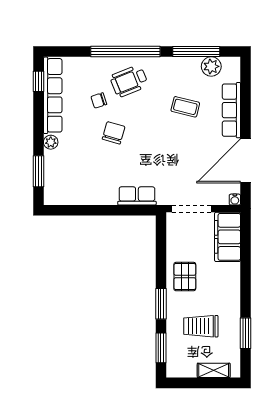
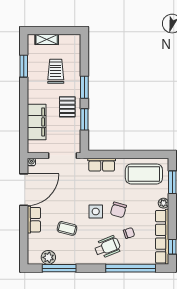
window: (125, 51) -> (131, 268), moved
row of seats: (231, 110) -> (34, 220), width x0.68
side table: (145, 130) -> (96, 212), added
coffee table: (78, 183) -> (144, 174), added
filing cabinet: (227, 237) -> (37, 122), moved
trolley: (201, 326) -> (56, 71), turned -90
window: (161, 348) -> (84, 119), moved

